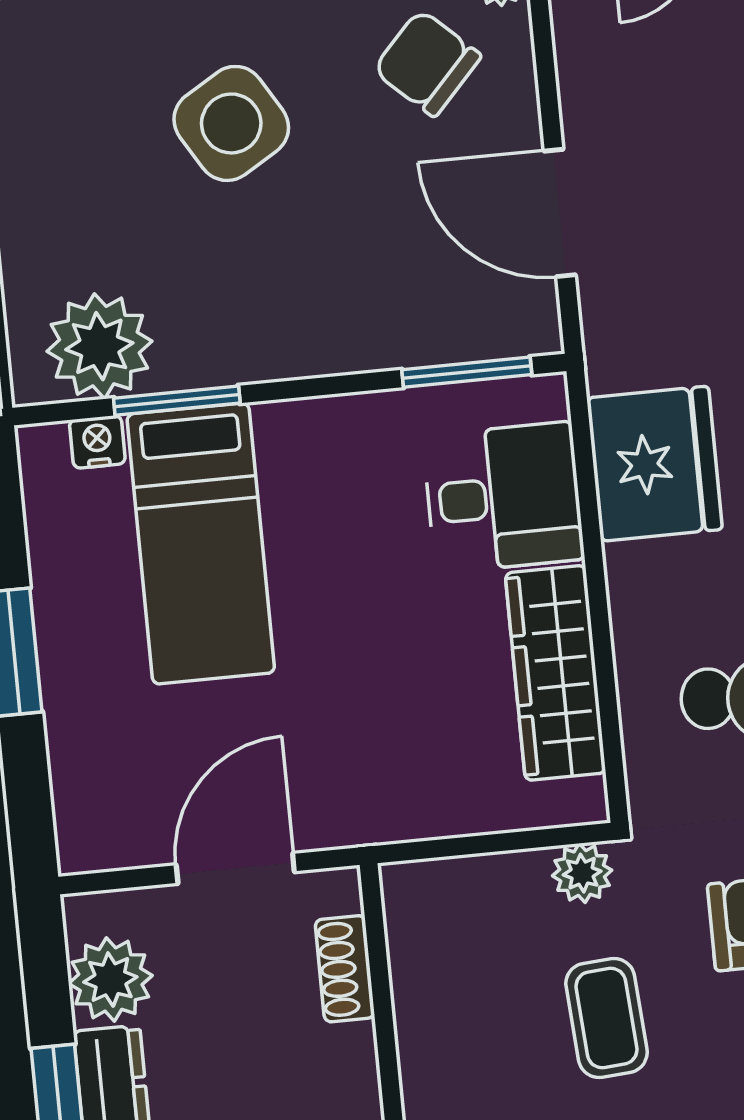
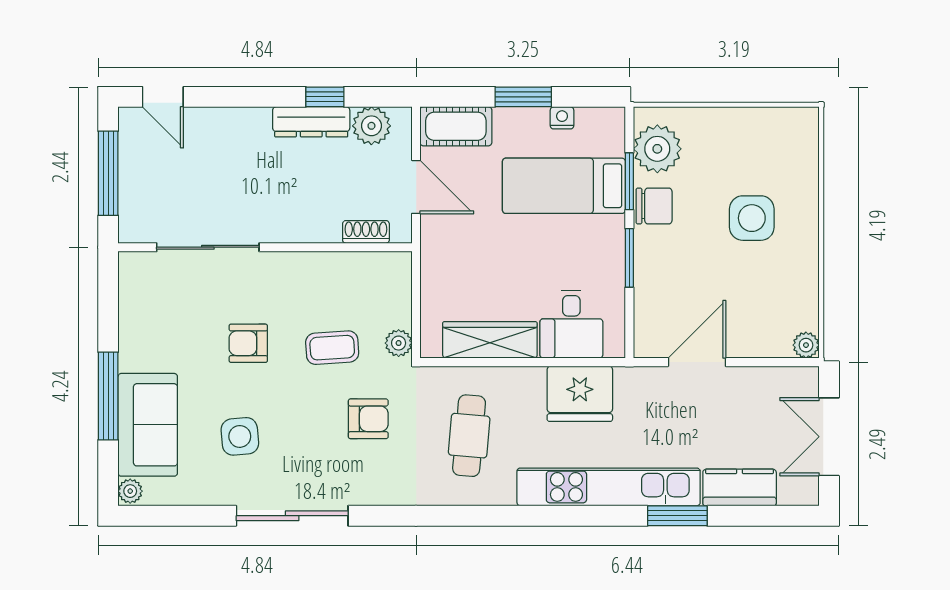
chair: (427, 63) -> (654, 206), moved, turned 47
side table: (231, 123) -> (752, 218), turned 31
window: (467, 372) -> (629, 258), moved
nightstand: (97, 442) -> (562, 118), moved, turned -90
cot: (93, 794) -> (456, 126), added

